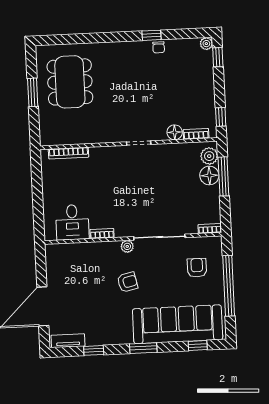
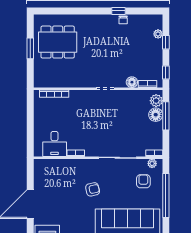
plant: (206, 44) -> (158, 34), moved
window: (218, 57) -> (166, 42), moved
dining table: (70, 82) -> (58, 42), turned 90
plant: (127, 246) -> (152, 163), moved

